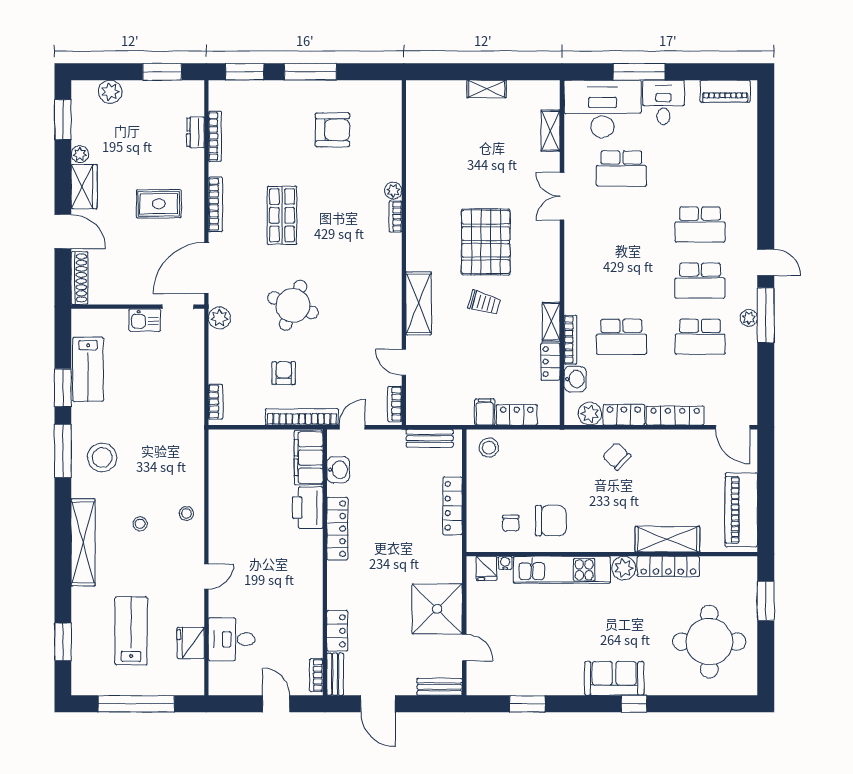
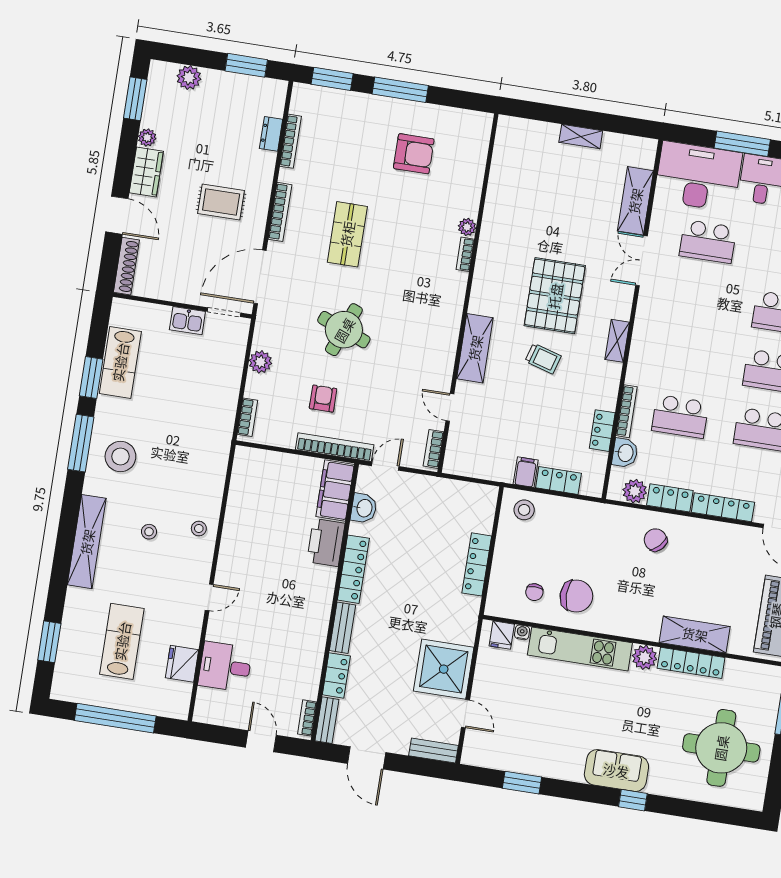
shelving: (551, 131) -> (635, 201), width x1.50, depth x1.33
plant: (219, 318) -> (260, 362), moved
shelving: (551, 322) -> (617, 341), moved
bench: (430, 438) -> (342, 628), moved, turned 90

